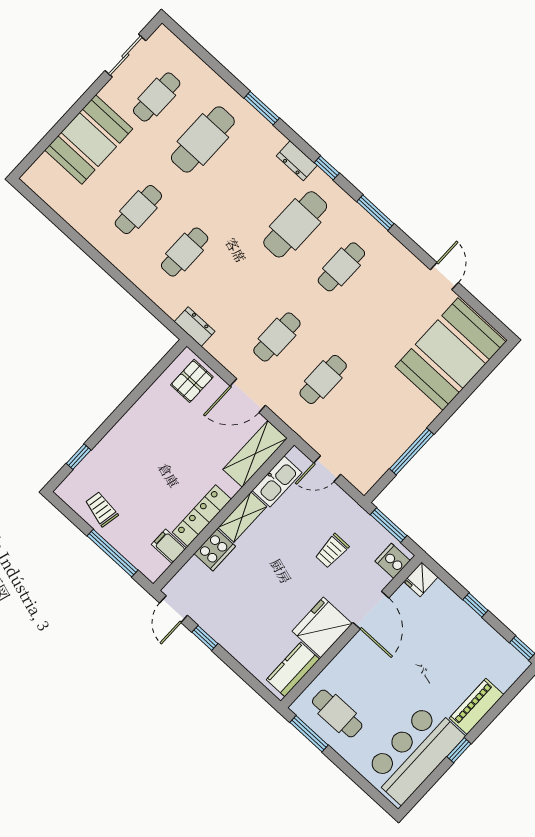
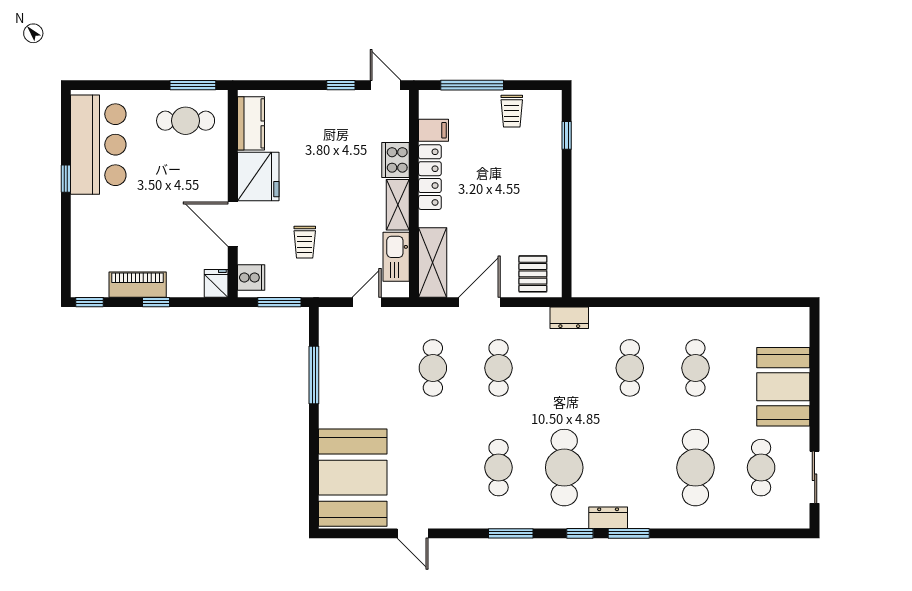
window: (262, 108) -> (629, 533), moved
trolley: (101, 509) -> (512, 111), turned 79
trolley: (332, 551) -> (305, 242), turned 180
piano: (476, 706) -> (138, 285), moved, turned -90

